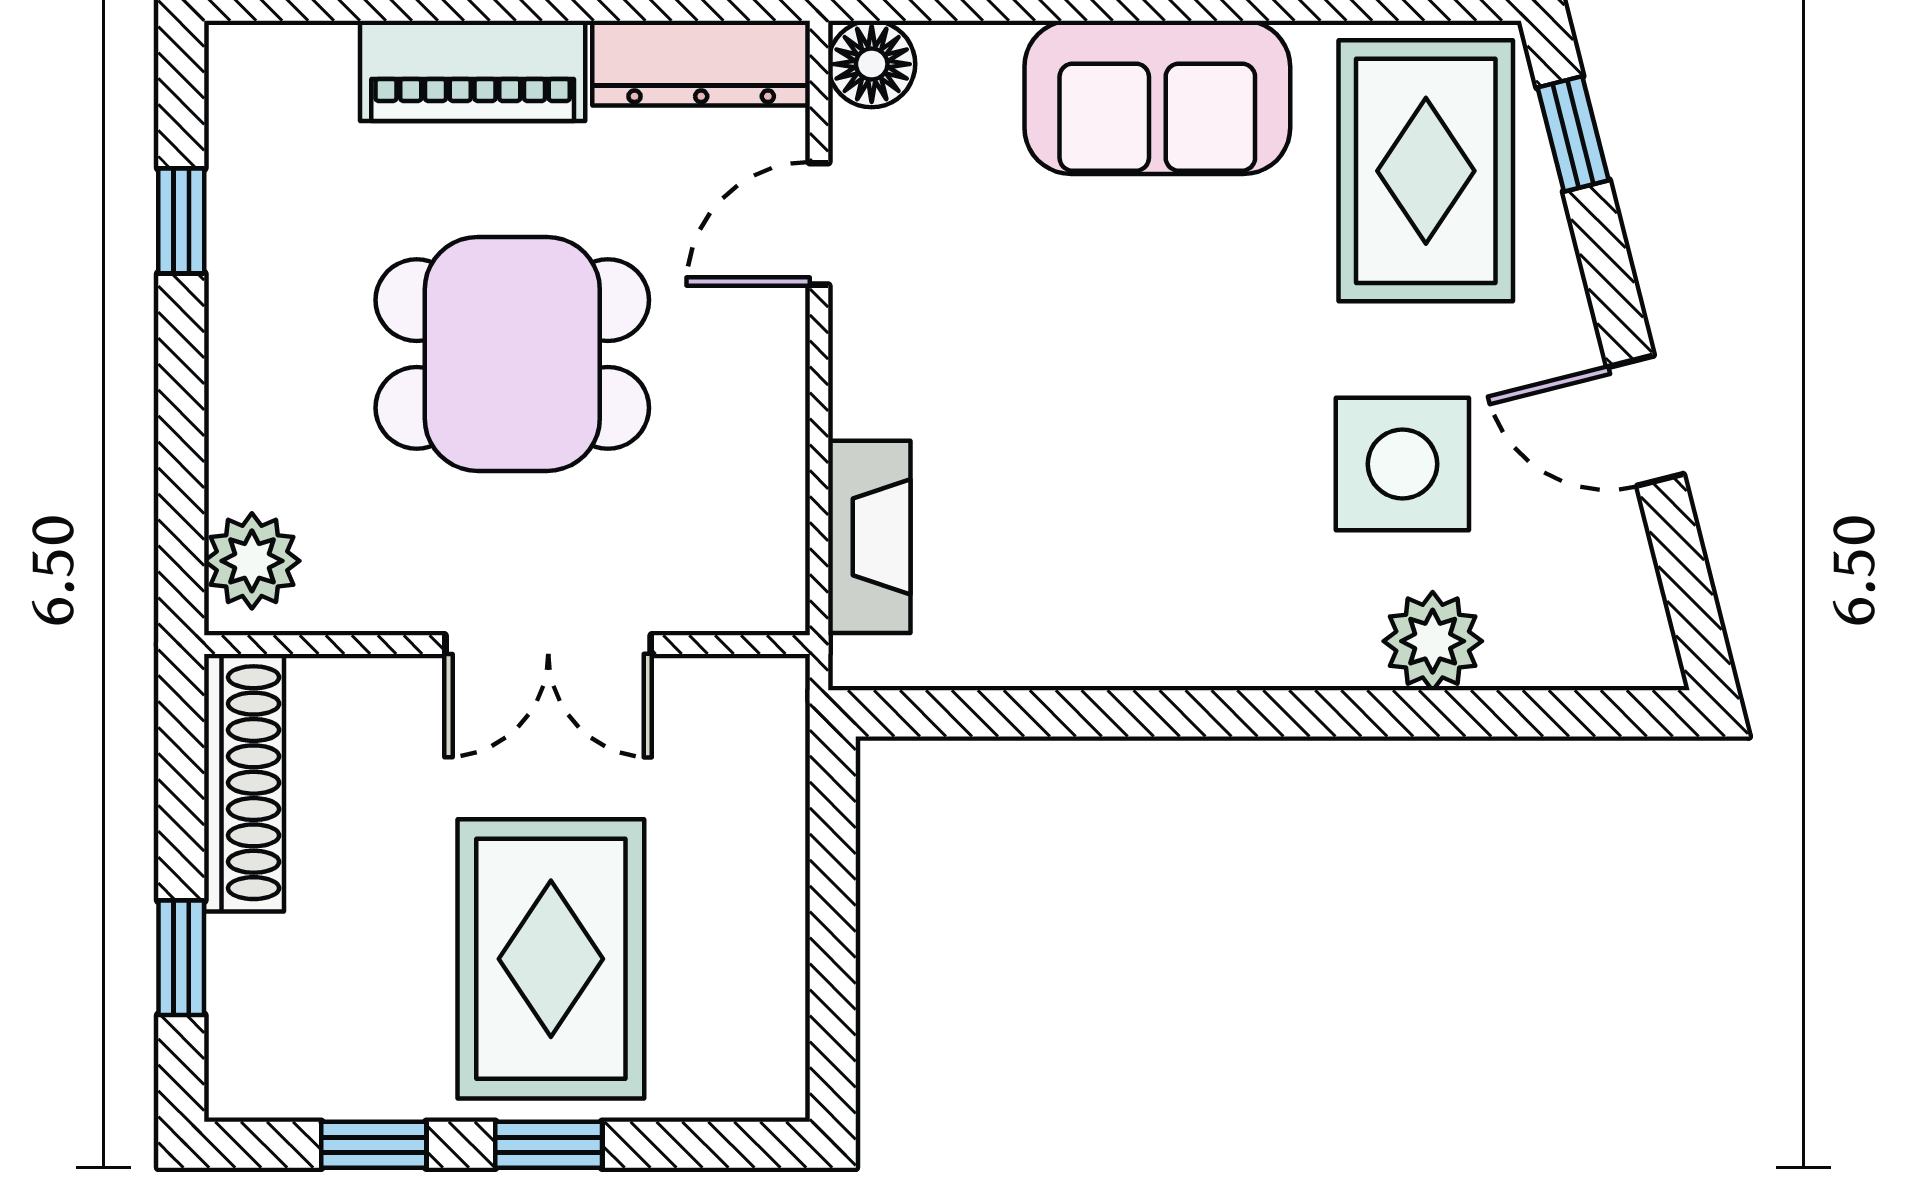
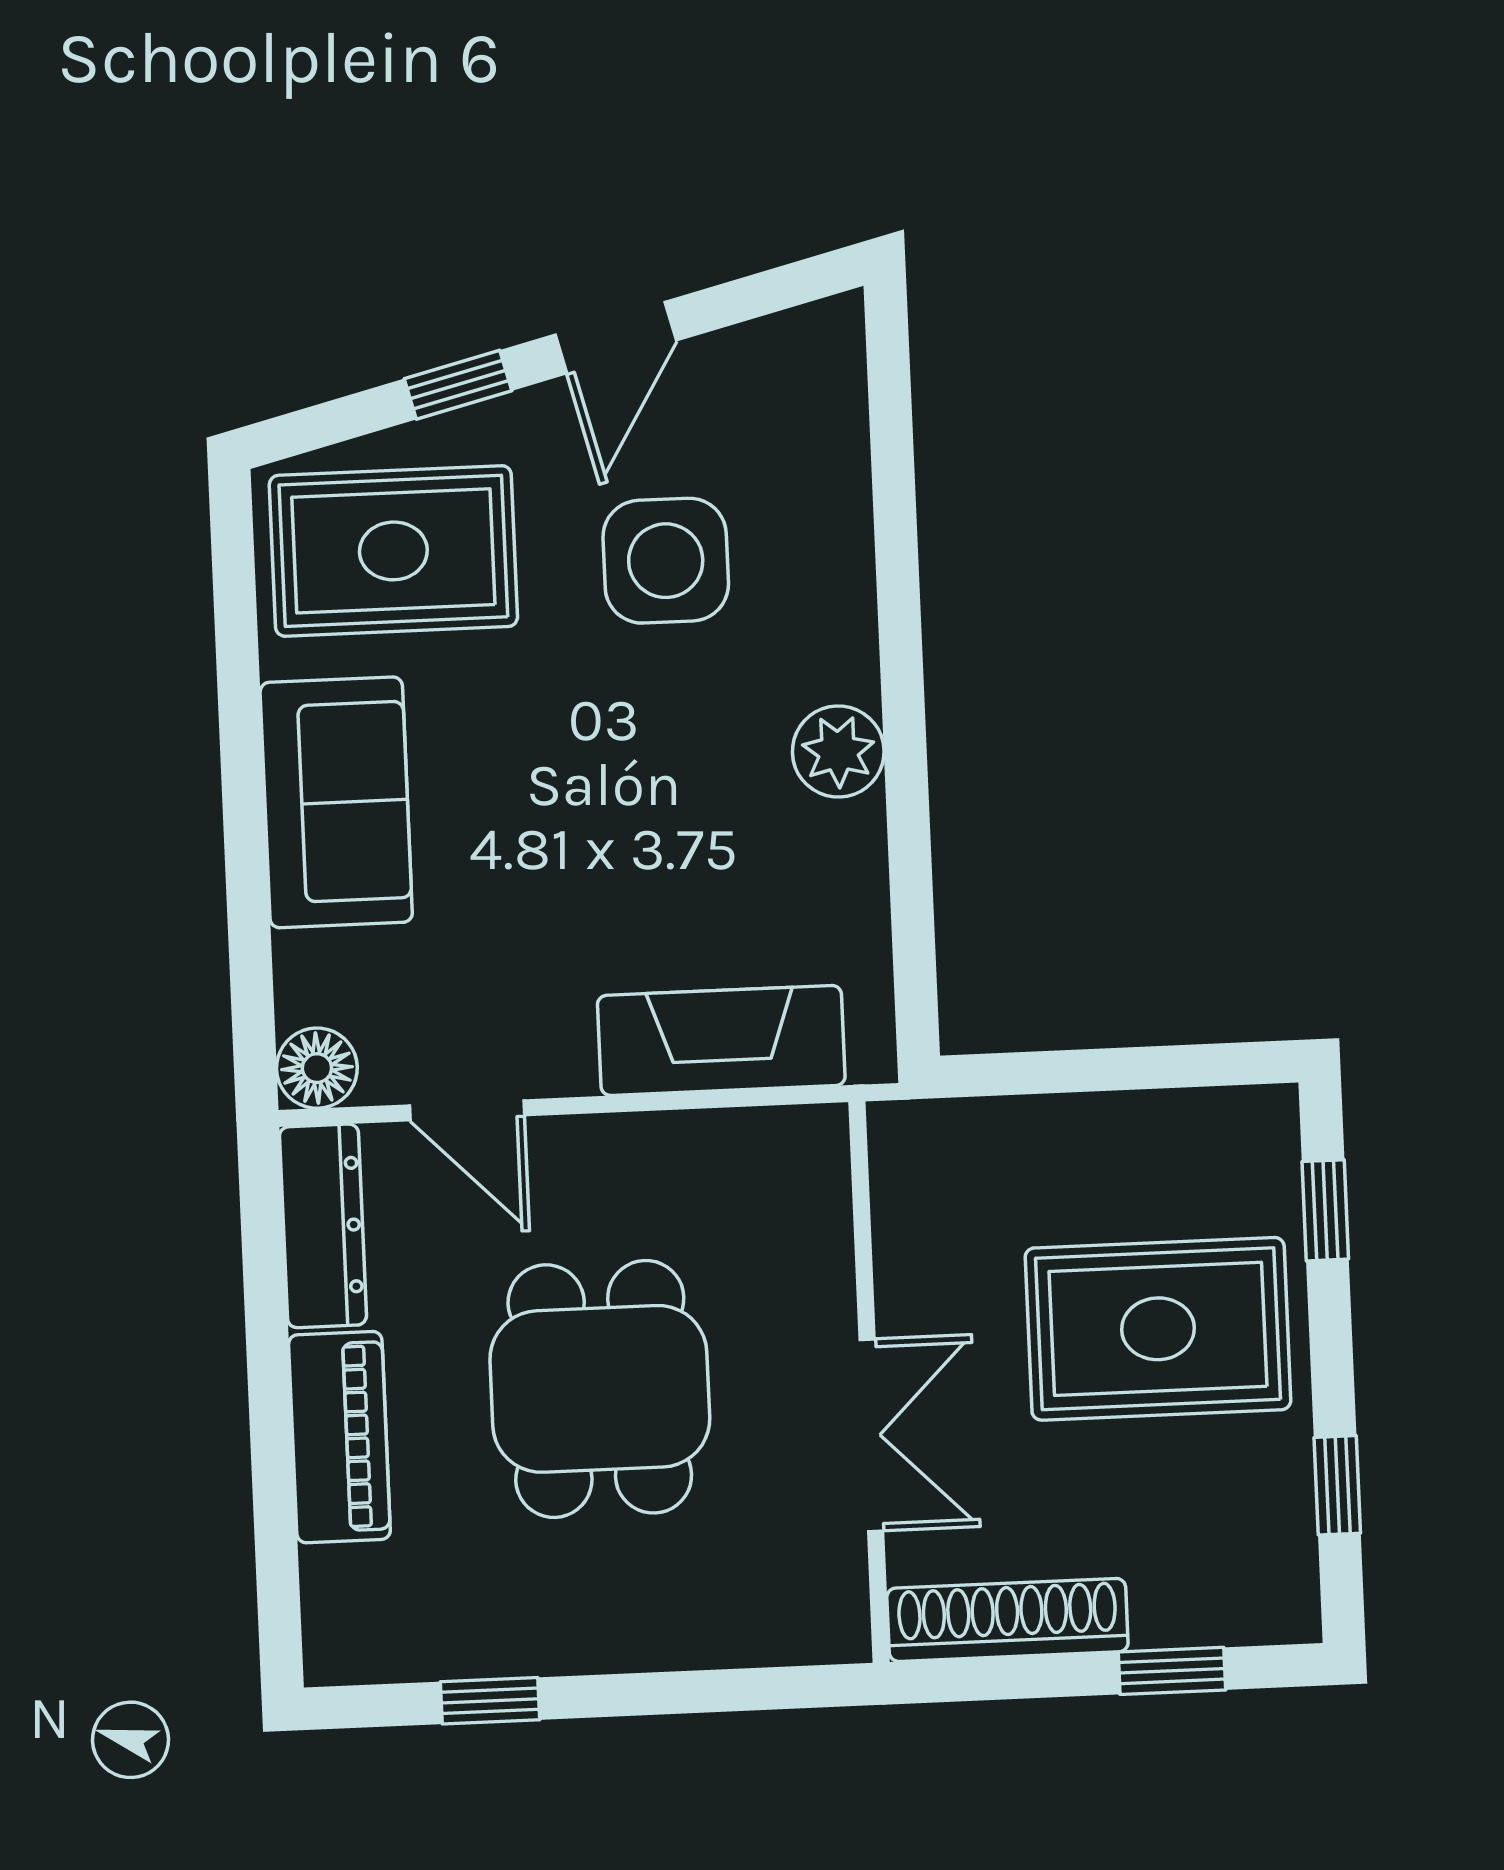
window: (1573, 134) -> (458, 385), moved
fireplace: (869, 537) -> (721, 1040), width x1.37, depth x1.32
plant: (252, 561) -> (802, 1622), removed
plant: (1433, 641) -> (838, 751), moved
double door: (548, 645) -> (871, 1435), moved
window: (549, 1145) -> (1325, 1210), moved

